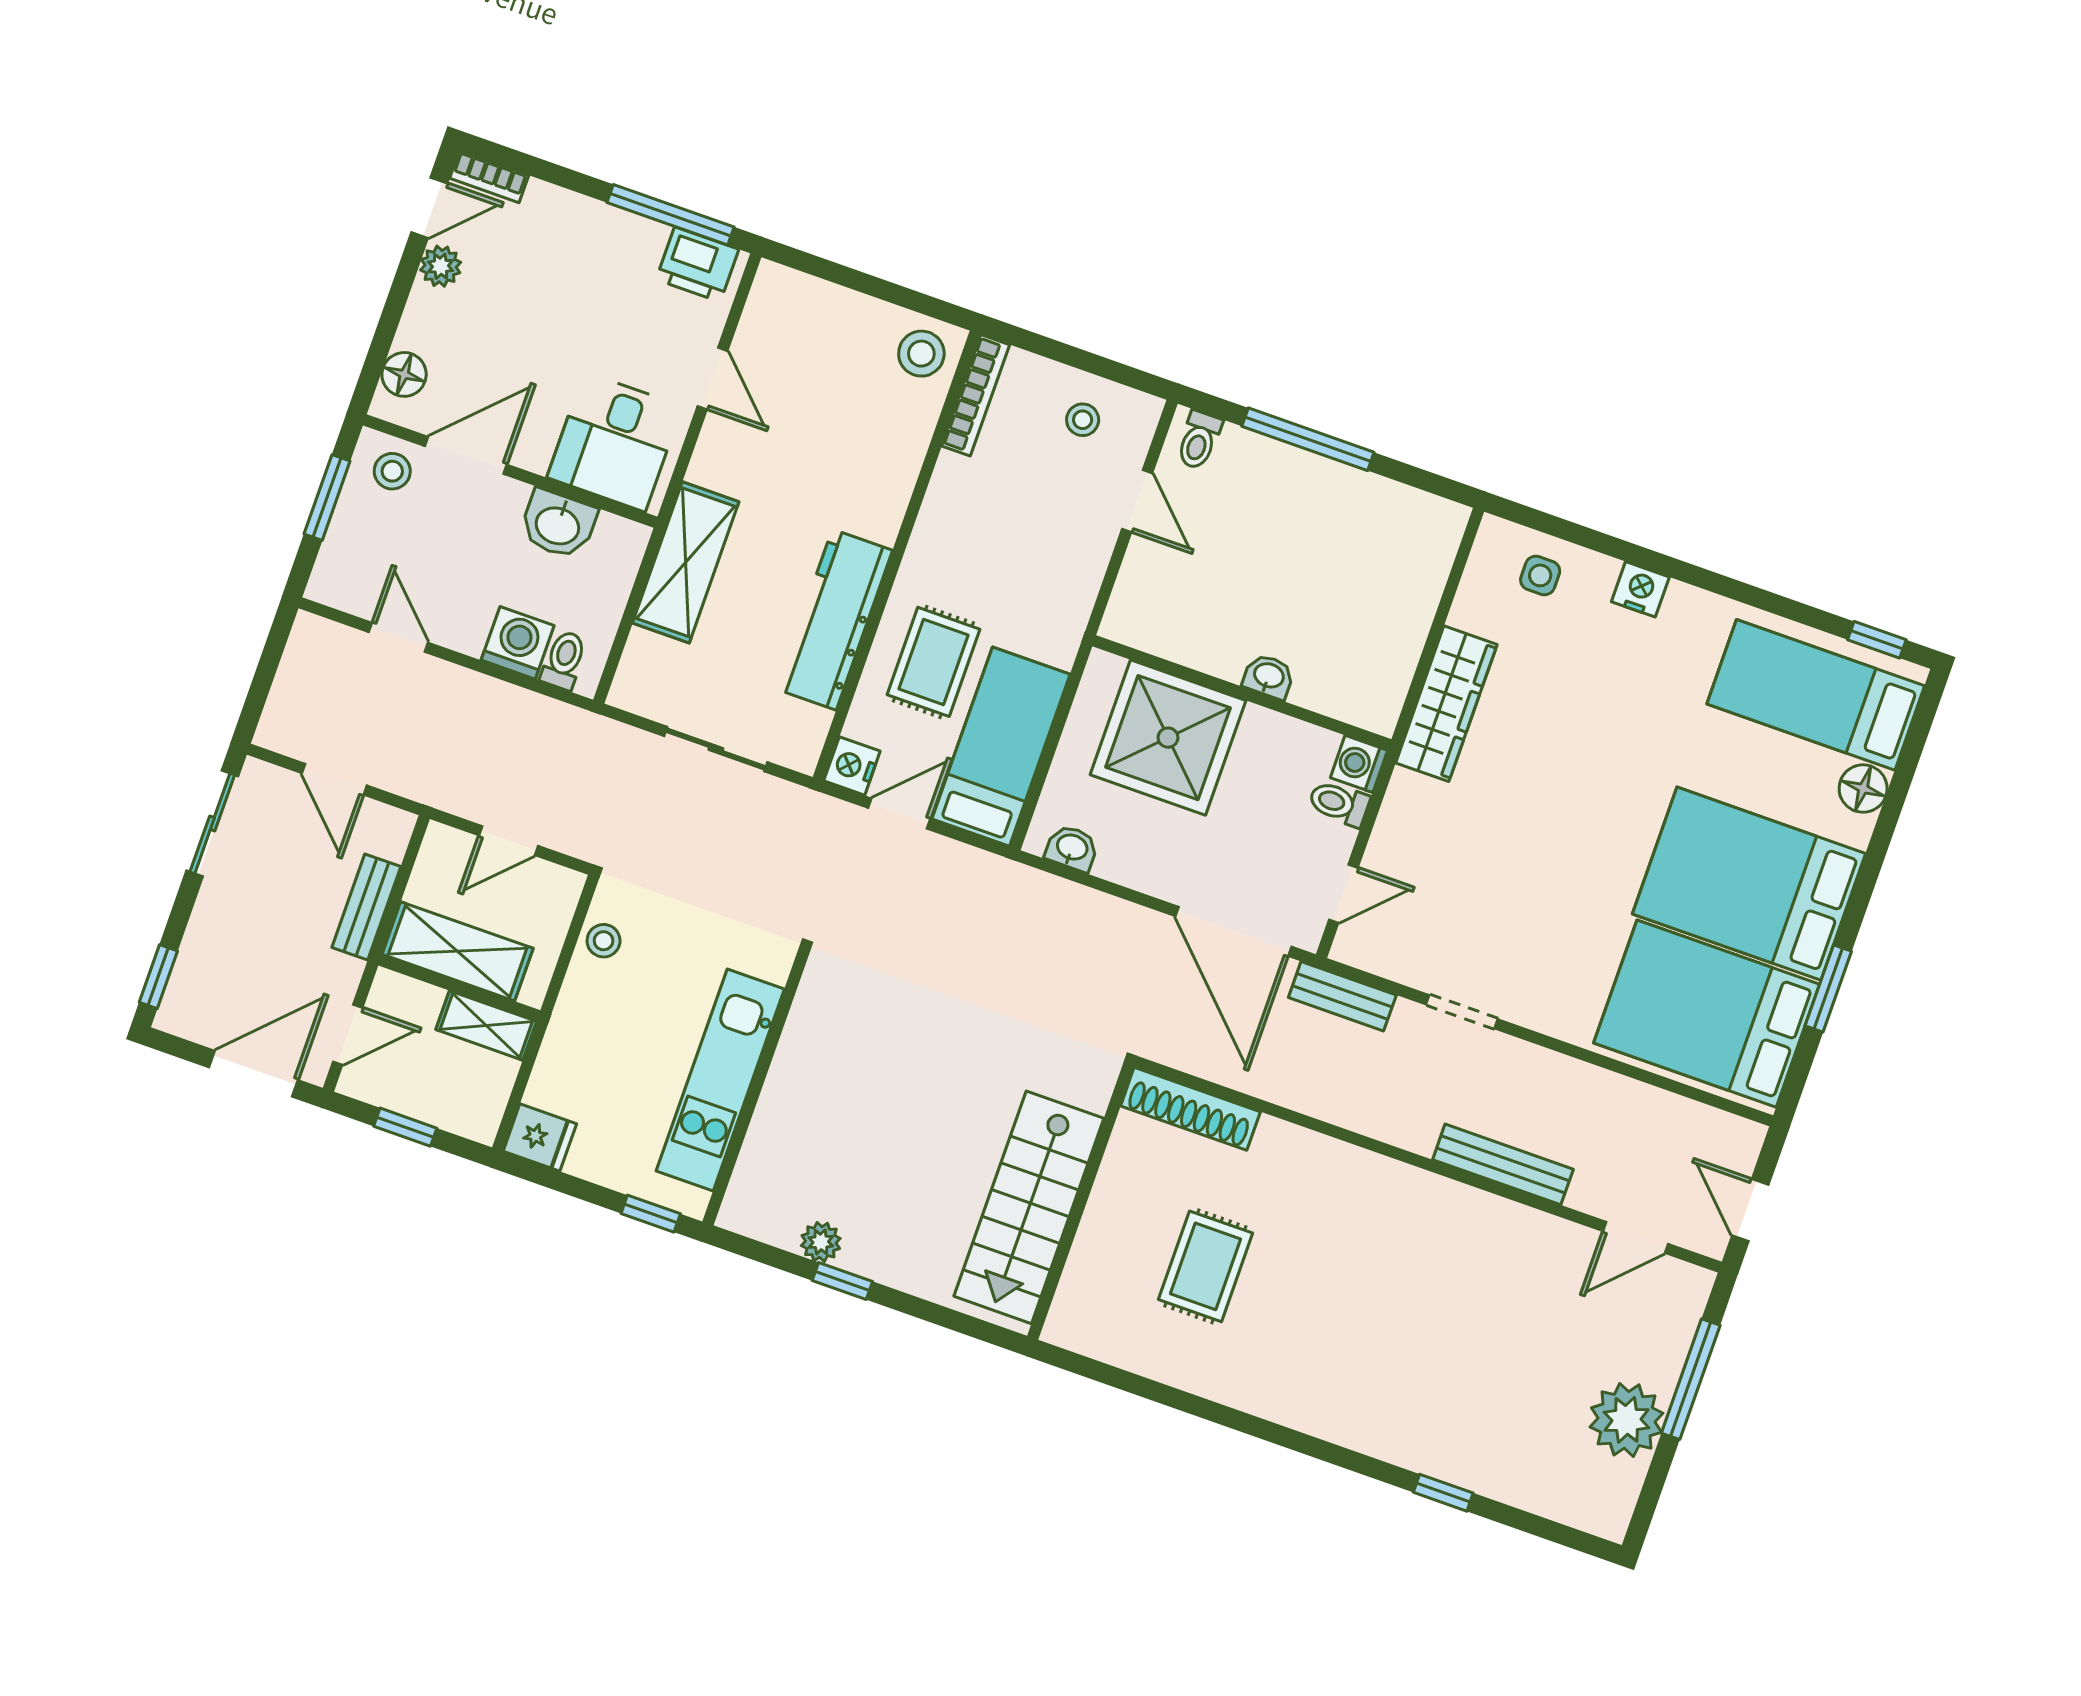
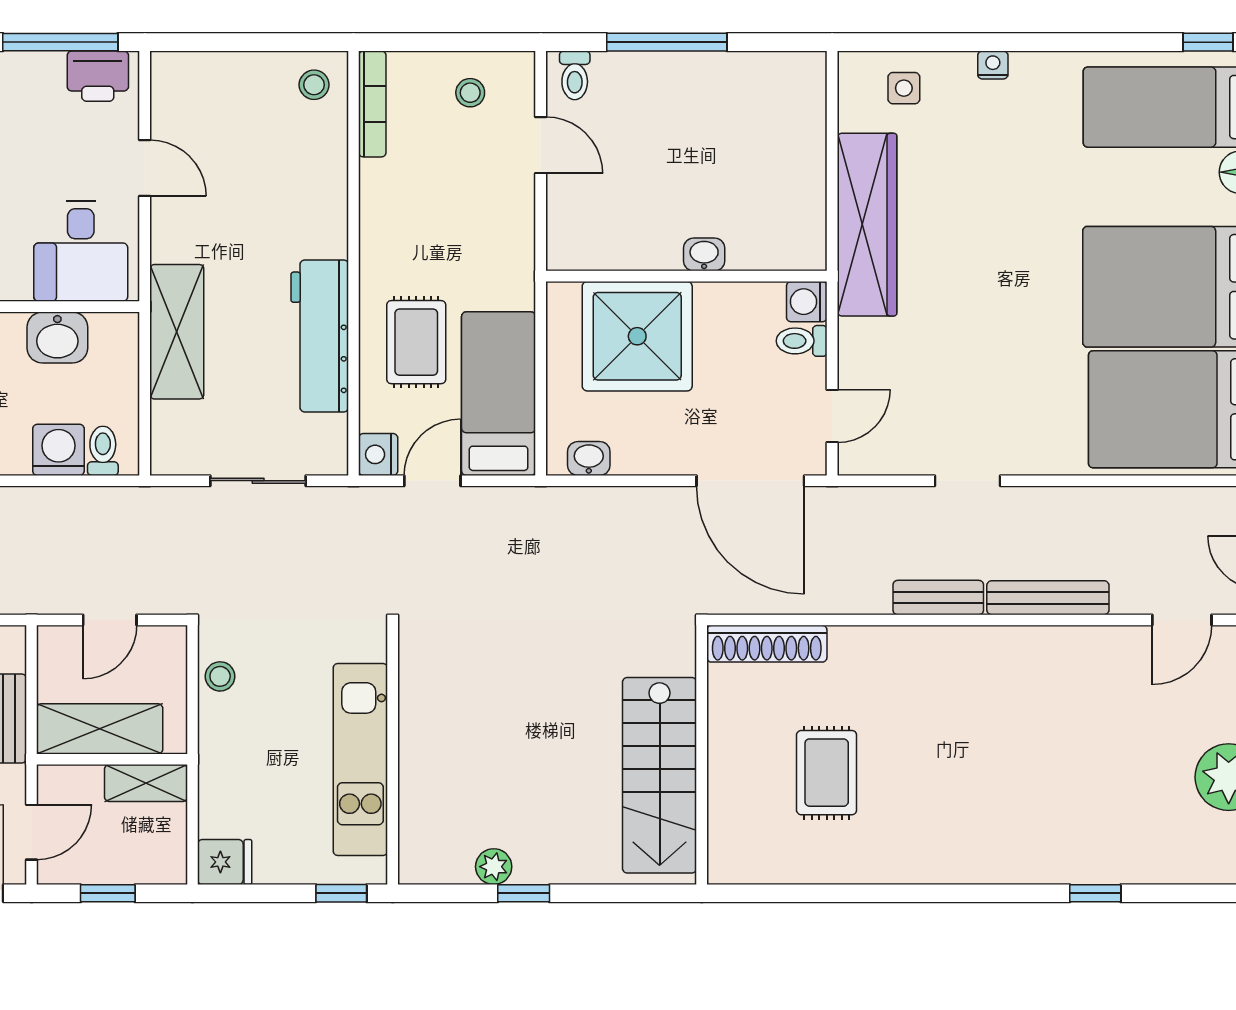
stool: (921, 354) -> (314, 85), width x0.73, depth x0.73
nightstand: (1640, 589) -> (993, 65), width x0.72, depth x0.74
wardrobe: (1446, 704) -> (867, 225), width x1.40, depth x1.17
bench: (1342, 996) -> (938, 598), moved

